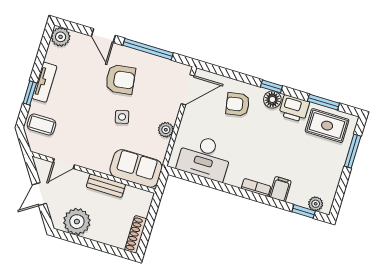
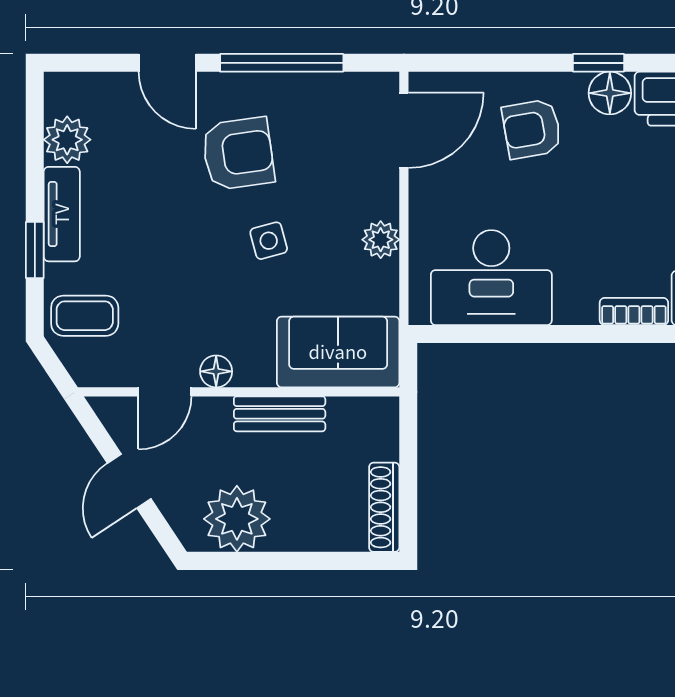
plant: (61, 37) -> (67, 140), moved
floor lamp: (86, 162) -> (216, 371), added

